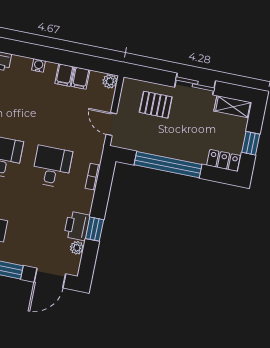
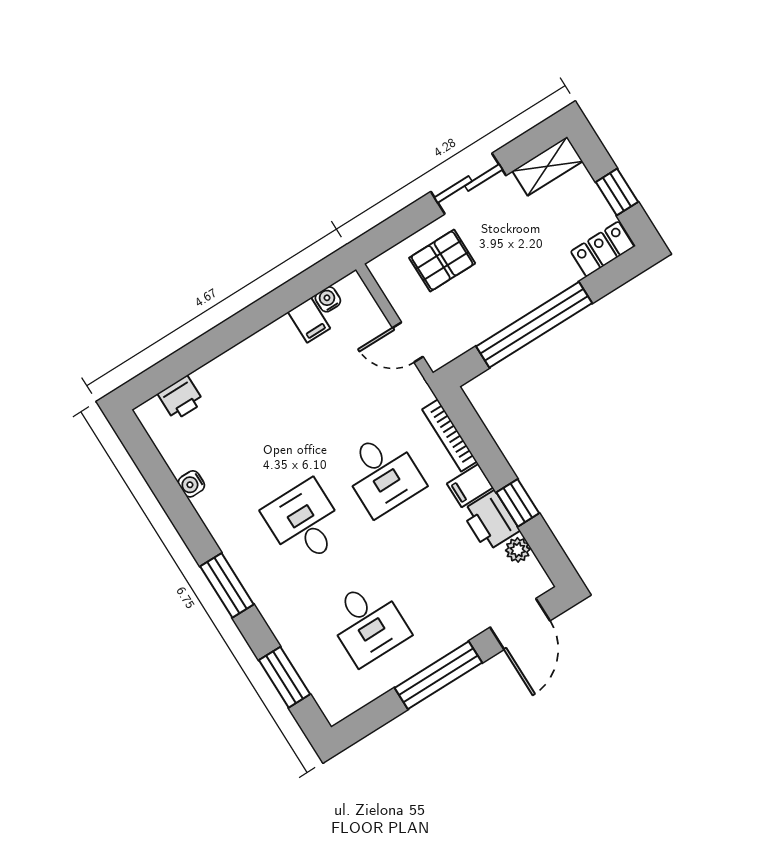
water cooler: (38, 65) -> (328, 299), moved
filing cabinet: (64, 75) -> (470, 486), moved, turned 90
plant: (110, 81) -> (352, 287), removed
desk: (52, 167) -> (383, 474), turned 180
bookcase: (93, 177) -> (449, 435), width x1.56

